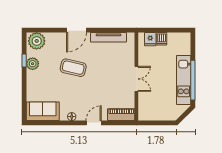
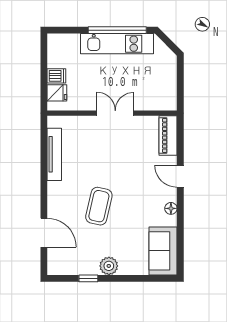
door: (77, 30) -> (44, 233), moved
plant: (37, 41) -> (60, 260), removed
plant: (33, 64) -> (109, 266), moved

